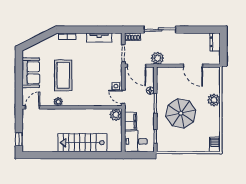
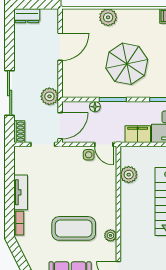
tv unit: (99, 38) -> (21, 192), moved
door: (123, 97) -> (104, 144), hinge flipped
plant: (116, 115) -> (129, 175), moved

